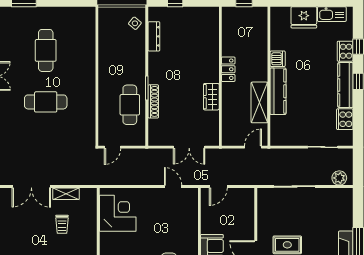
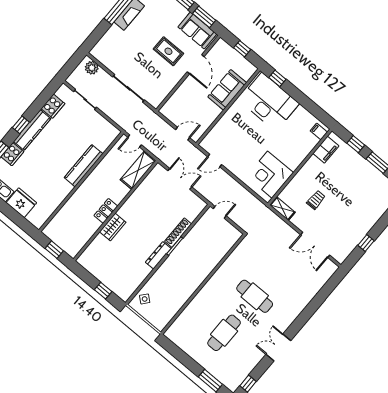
dresser: (154, 36) -> (158, 255), moved
dishwasher: (278, 59) -> (65, 189), removed
wardrobe: (211, 97) -> (113, 227), moved
shelving: (259, 102) -> (138, 170), moved
cafe table: (130, 105) -> (197, 244), removed
door: (112, 147) -> (220, 212), moved
double door: (31, 186) -> (315, 245), swing flipped
door: (173, 186) -> (215, 161), hinge flipped
shelving: (66, 194) -> (282, 209), moved

